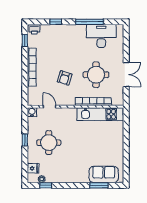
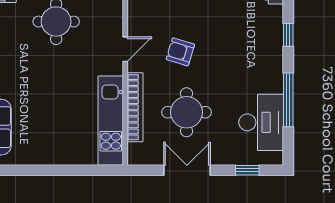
window: (126, 43) -> (247, 170), added
double door: (126, 74) -> (187, 170), swing flipped
door: (50, 107) -> (125, 49), moved

